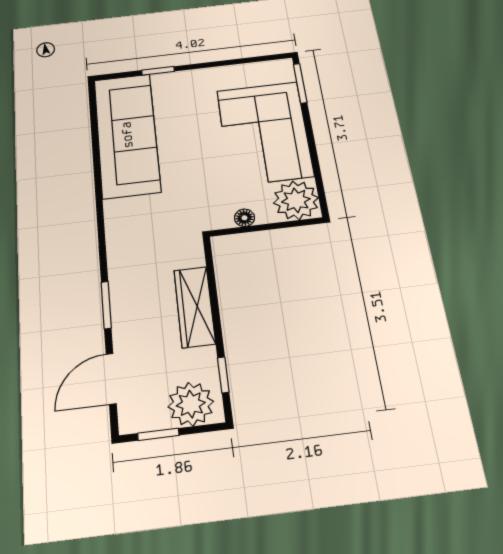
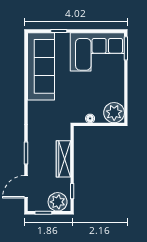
corner sofa: (265, 133) -> (97, 52), moved, turned -90

